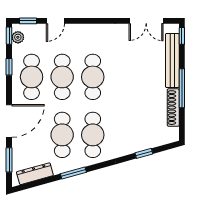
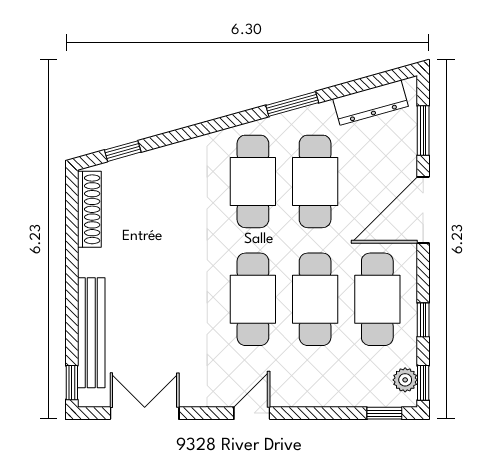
door: (55, 21) -> (252, 413), moved
window: (182, 88) -> (72, 276), removed
shoe rack: (173, 108) -> (89, 209), moved
window: (144, 153) -> (123, 151), moved

